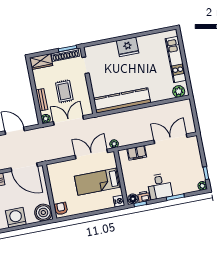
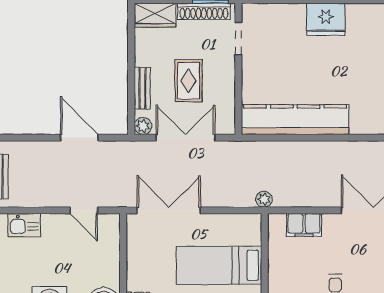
double door: (91, 154) -> (169, 210), moved
door: (24, 167) -> (84, 210), width x0.53

